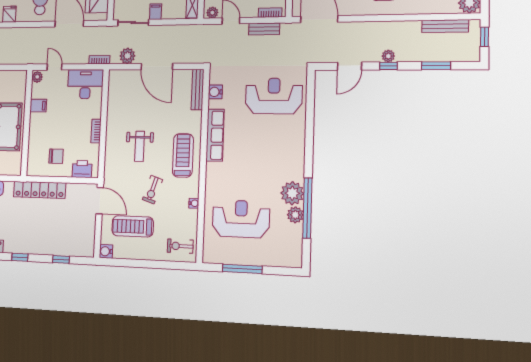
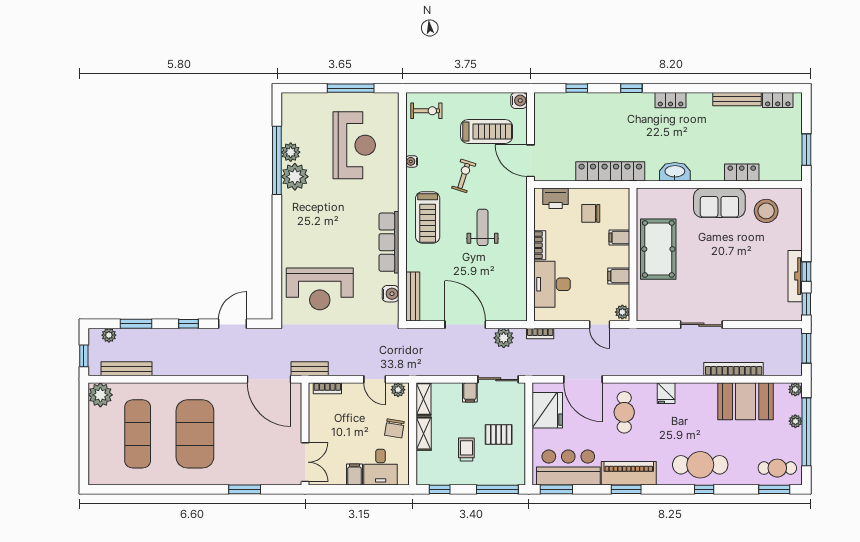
bench: (264, 29) -> (310, 369), moved
plant: (388, 56) -> (109, 335), moved
desk: (85, 84) -> (552, 284), moved, turned 90
filing cabinet: (36, 136) -> (619, 238), added
reception desk: (241, 219) -> (354, 145), turned -90

